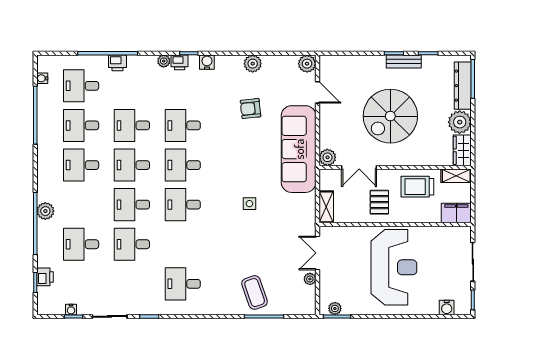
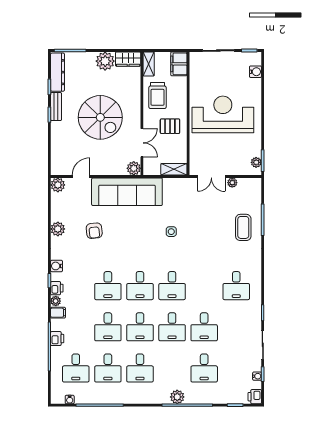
filing cabinet: (149, 64) -> (58, 313), added
dresser: (463, 86) -> (57, 72), moved, turned -90
printer: (45, 277) -> (255, 397), moved, turned -90
coffee table: (255, 293) -> (243, 227), turned -71

